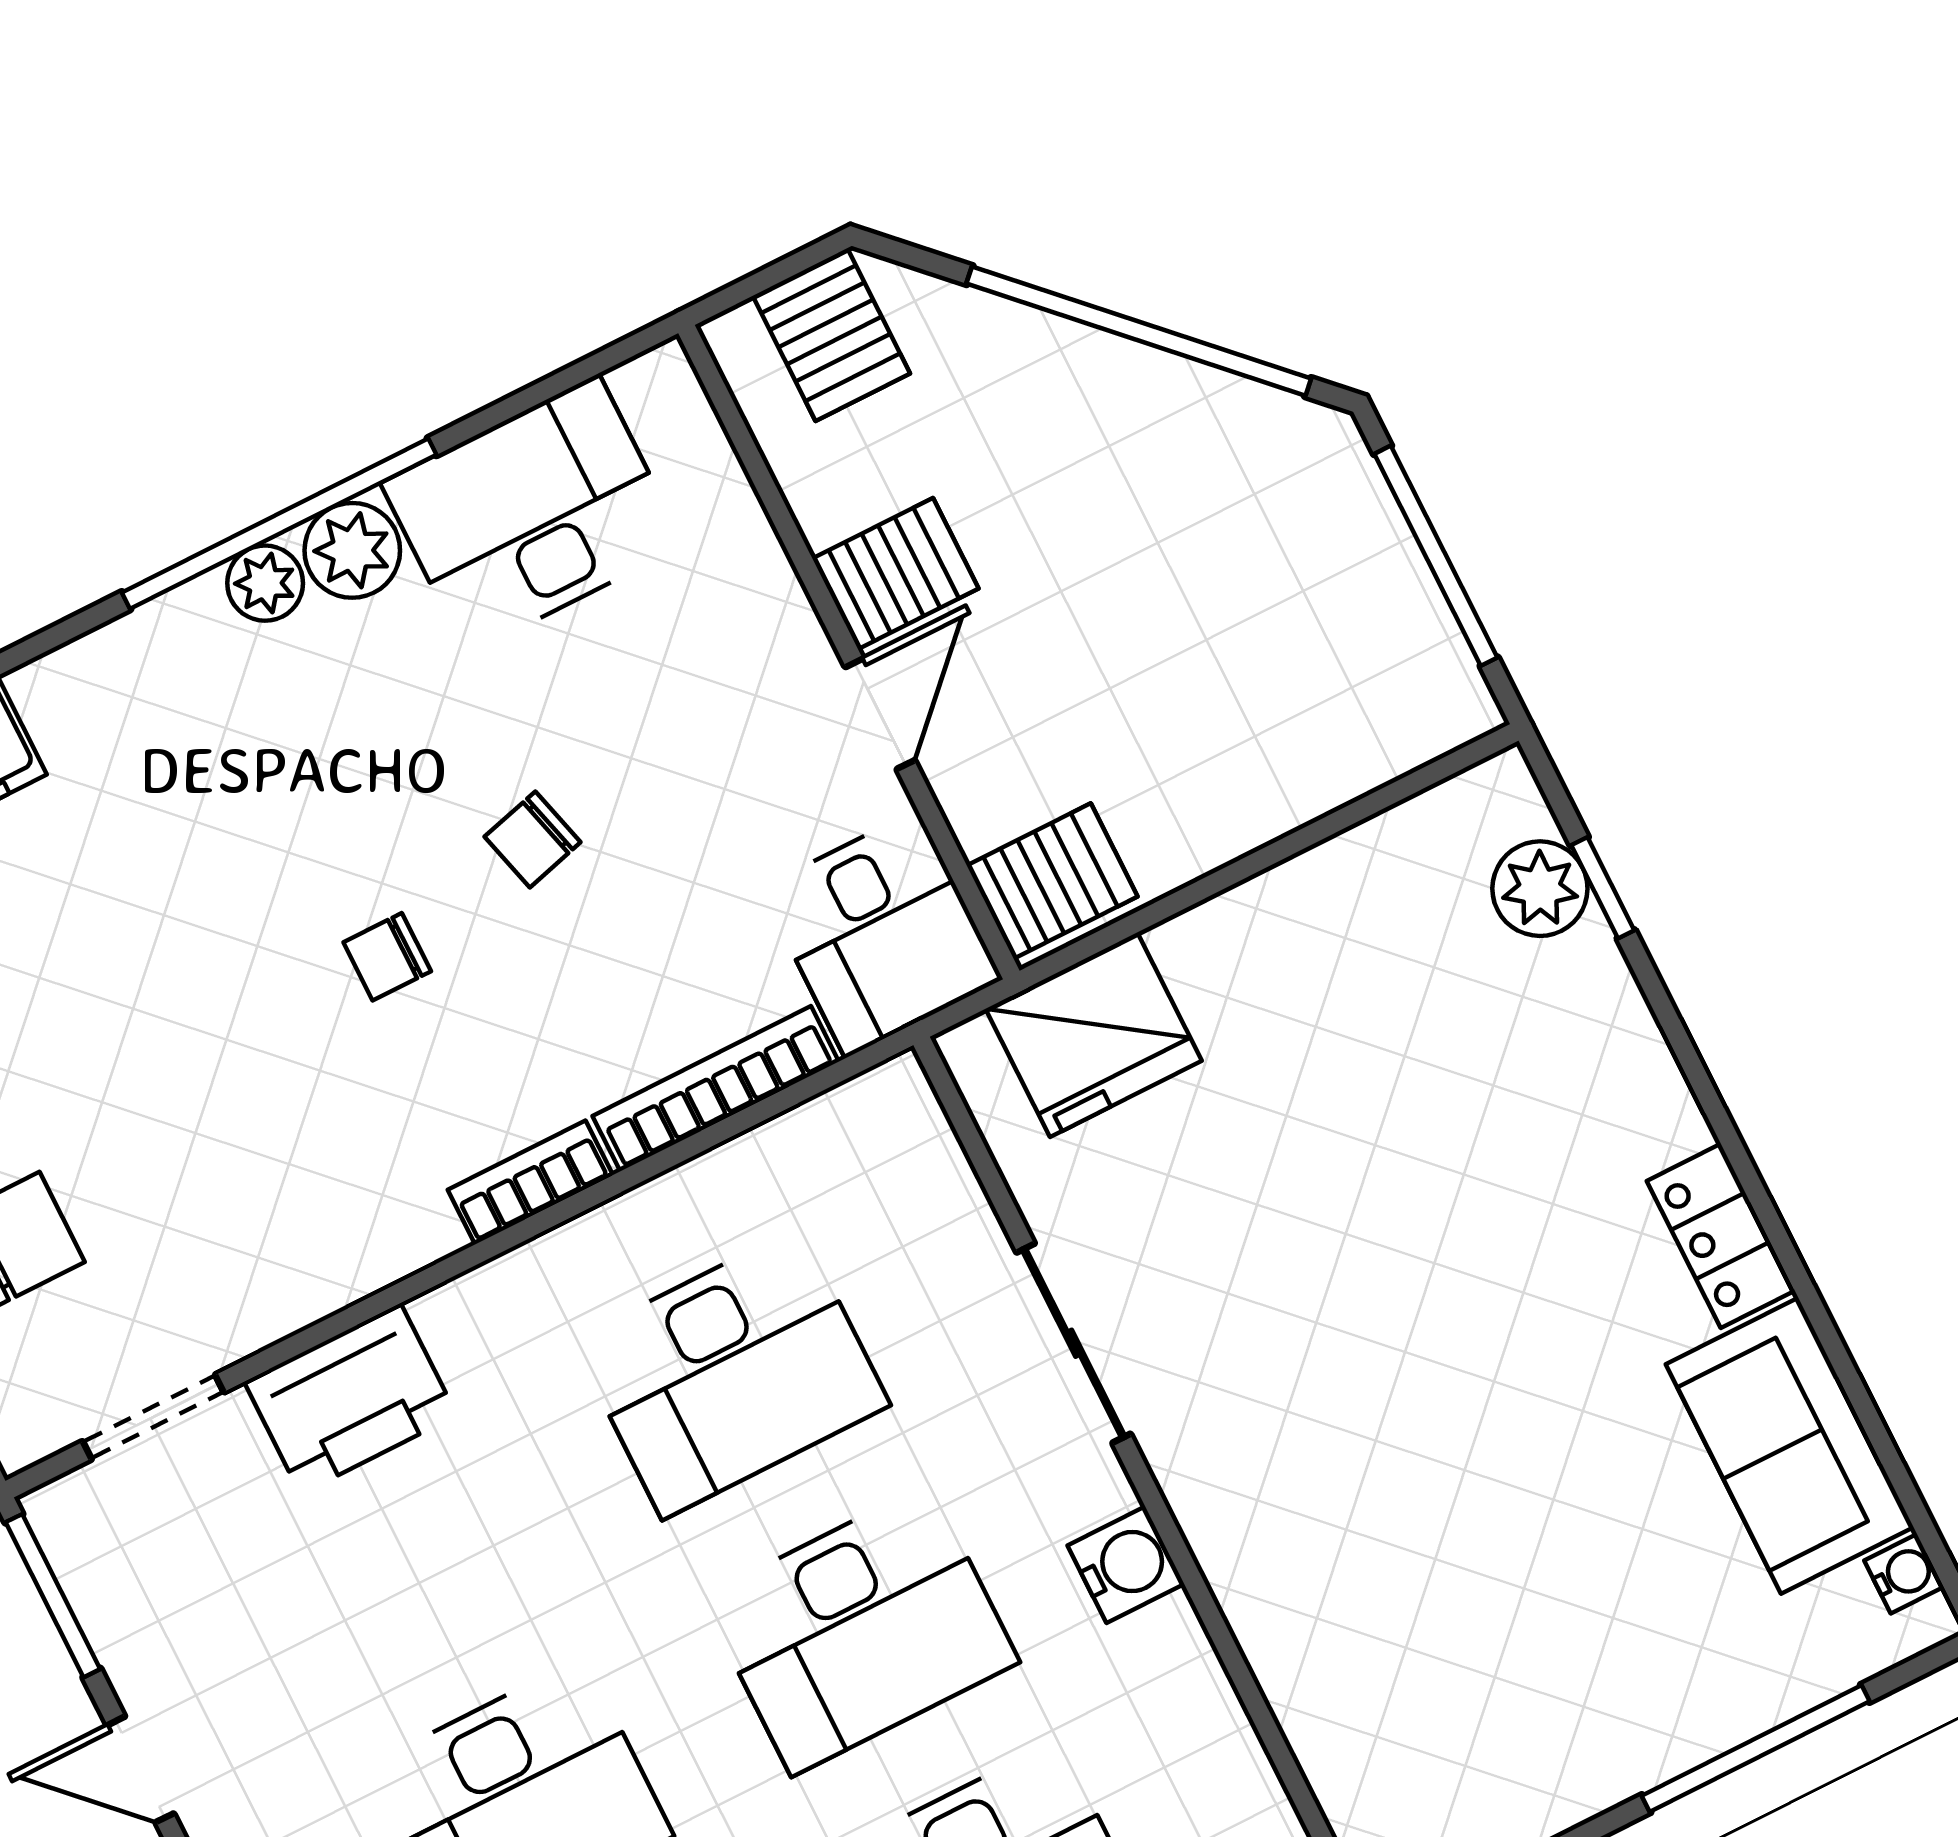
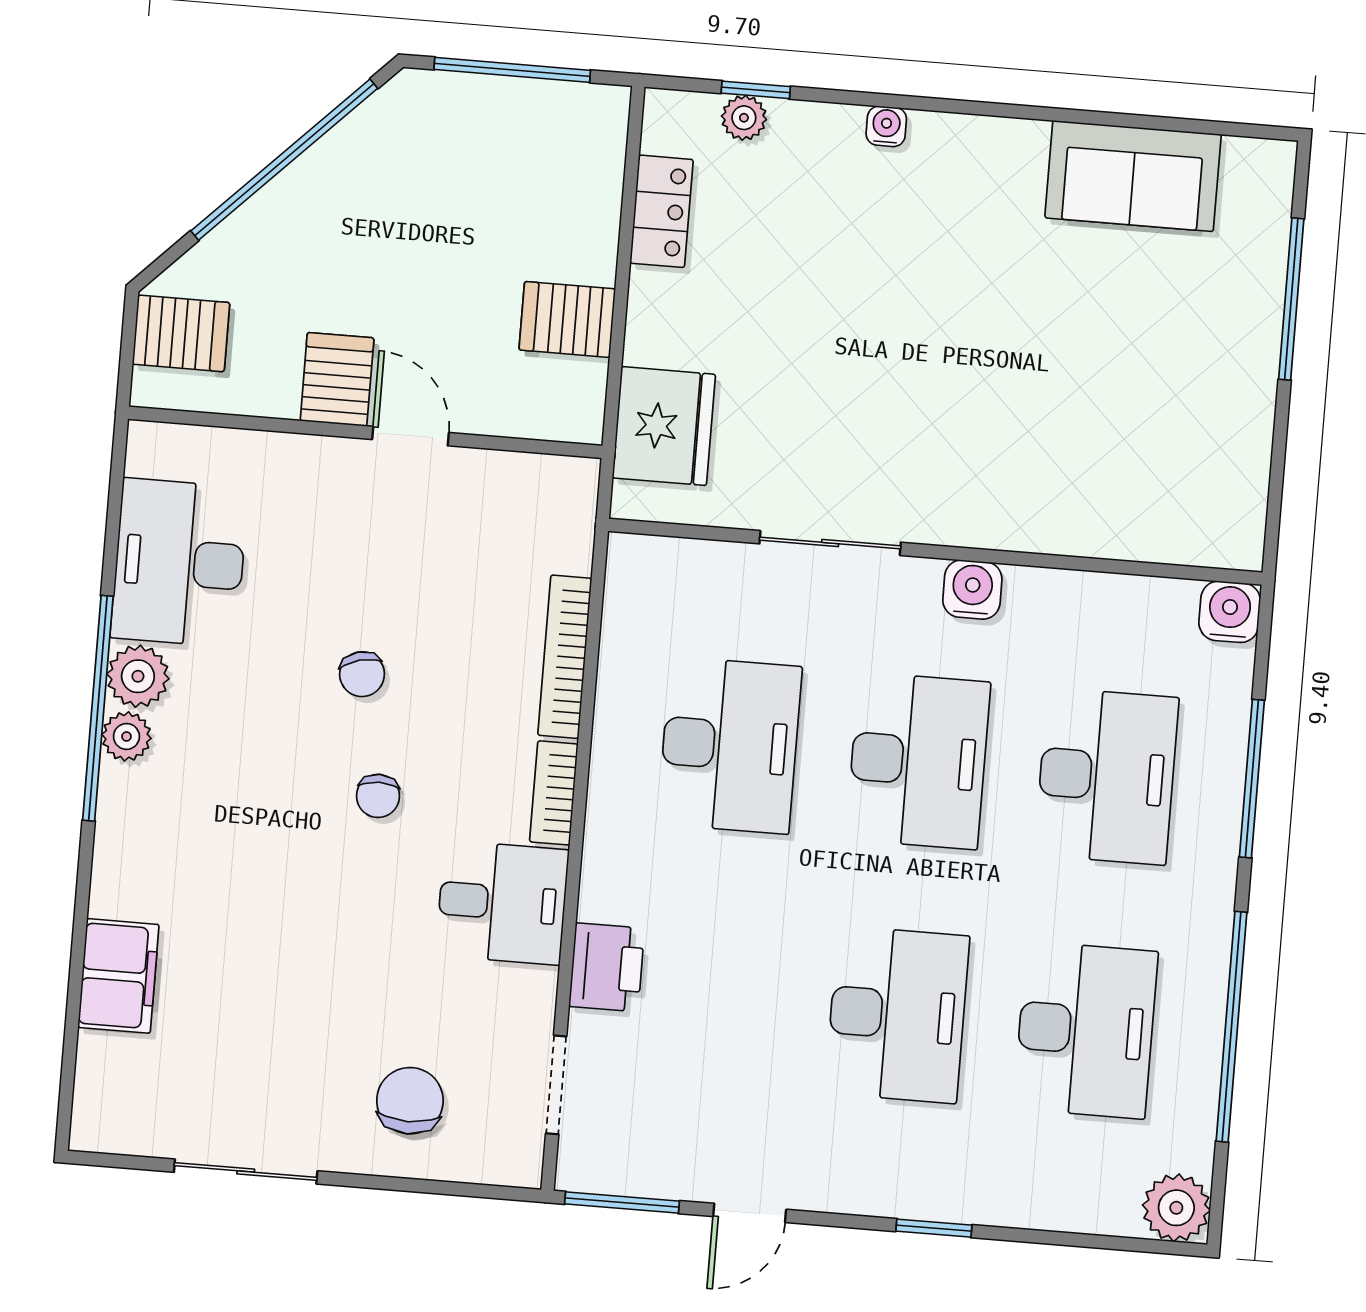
server rack: (1052, 881) -> (567, 319), moved, turned -90
plant: (1540, 889) -> (744, 118), width x0.73, depth x0.73
desk: (882, 934) -> (502, 903), moved
locker: (1721, 1236) -> (662, 211), moved, turned -90
printer: (350, 1399) -> (607, 967), width x0.73, depth x0.84
water cooler: (1904, 1574) -> (886, 126), moved

